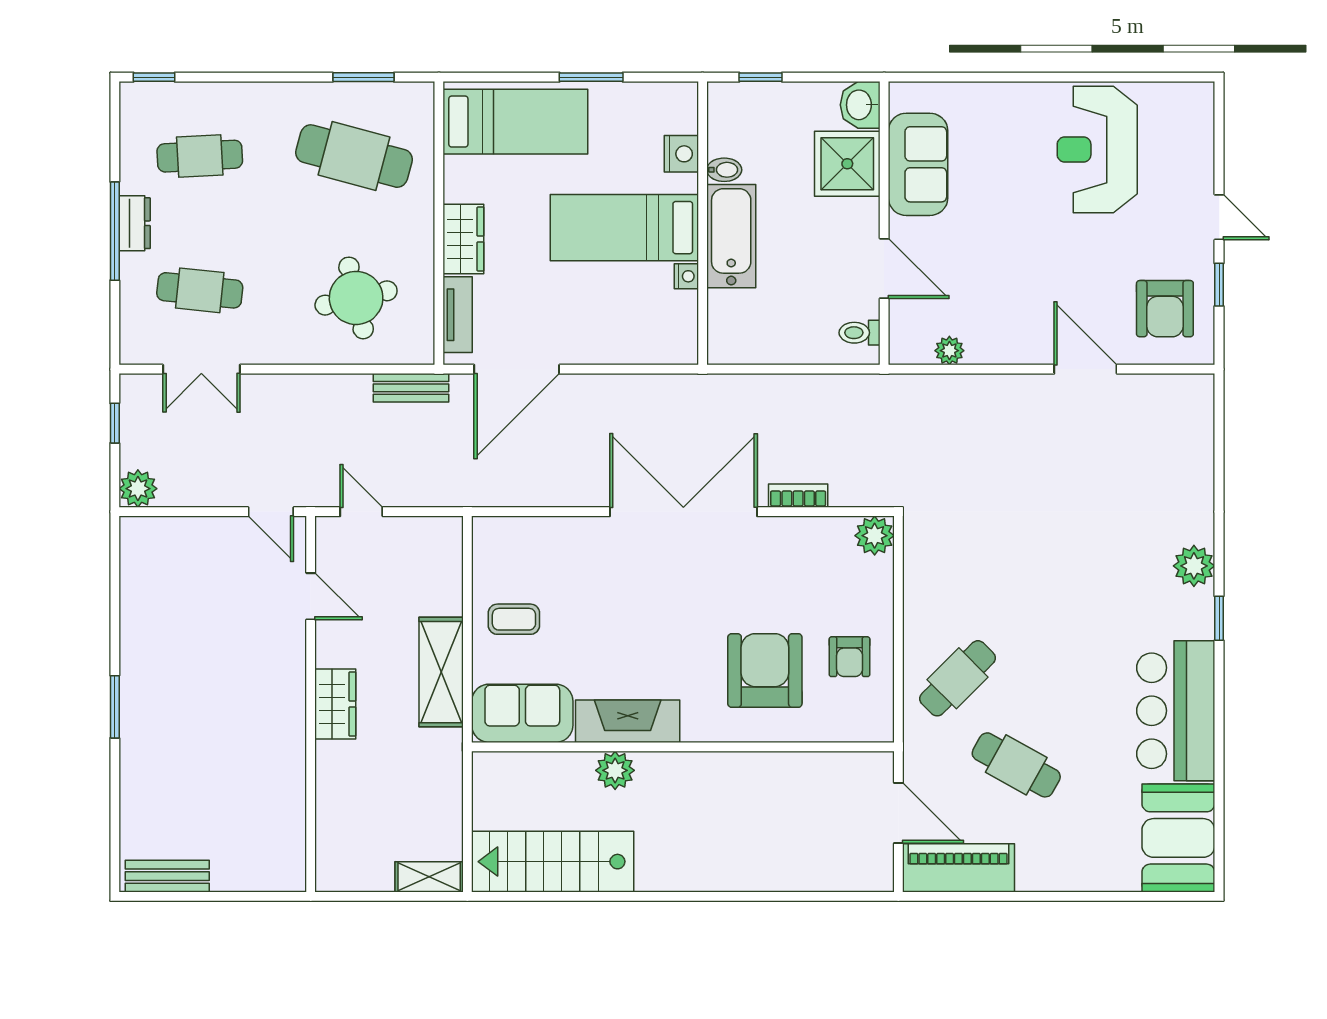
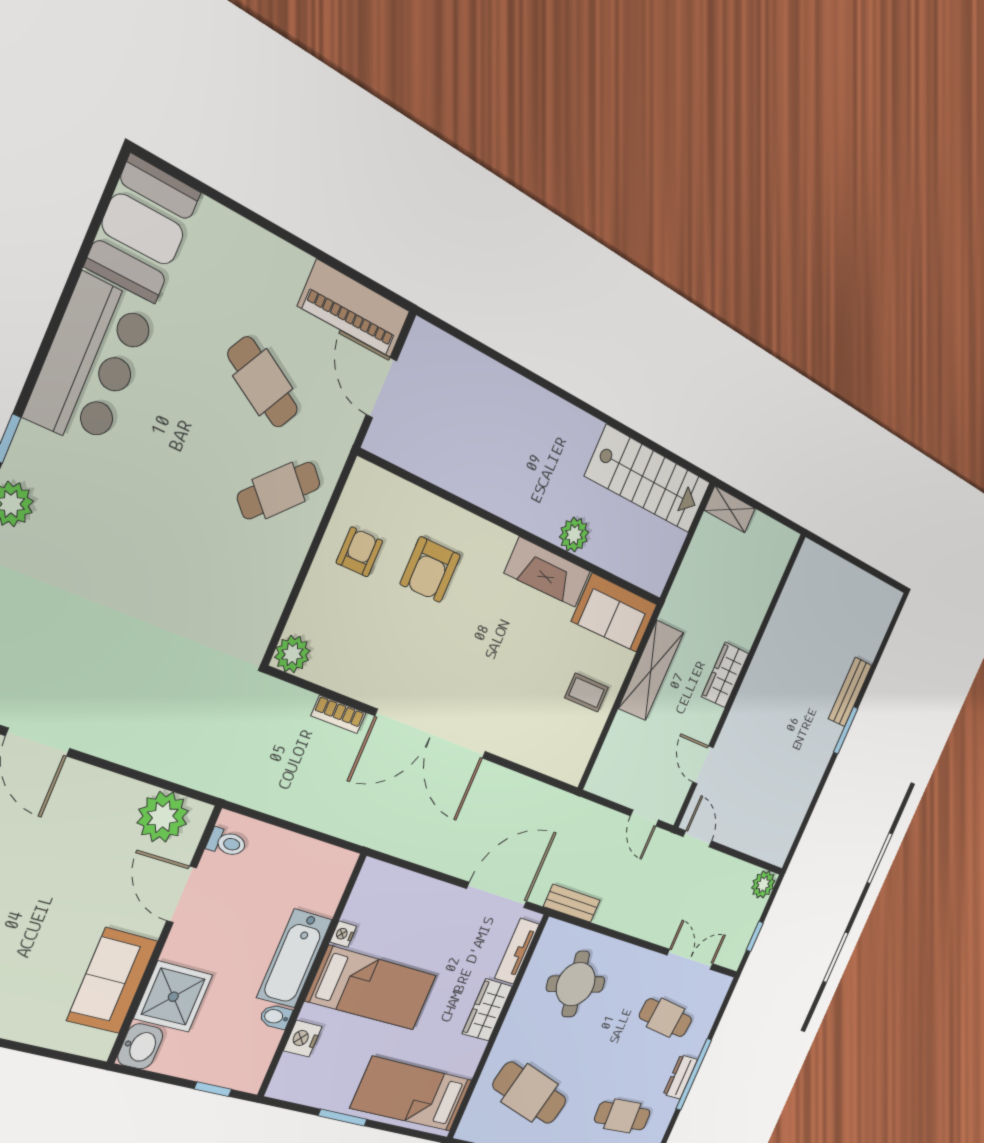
plant: (949, 351) -> (163, 817), width x1.88, depth x1.88
armchair: (765, 671) -> (430, 570), width x0.73, depth x0.73
bench: (167, 876) -> (850, 692), moved, turned 90

